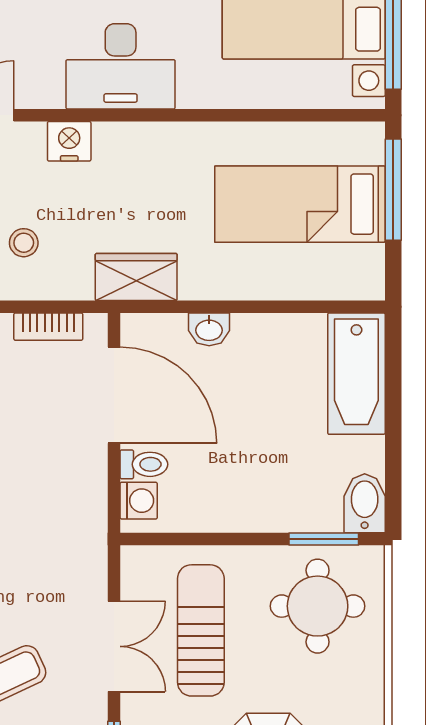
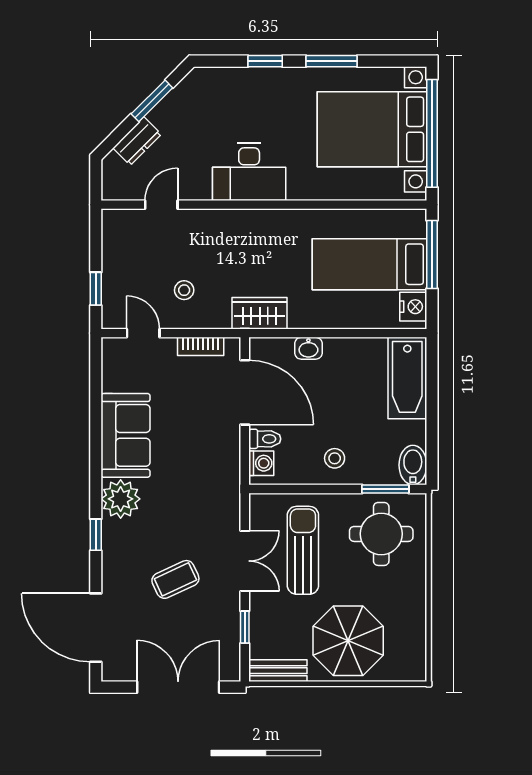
nightstand: (69, 141) -> (413, 307), moved, turned 90
stool: (248, 493) -> (335, 458), added

